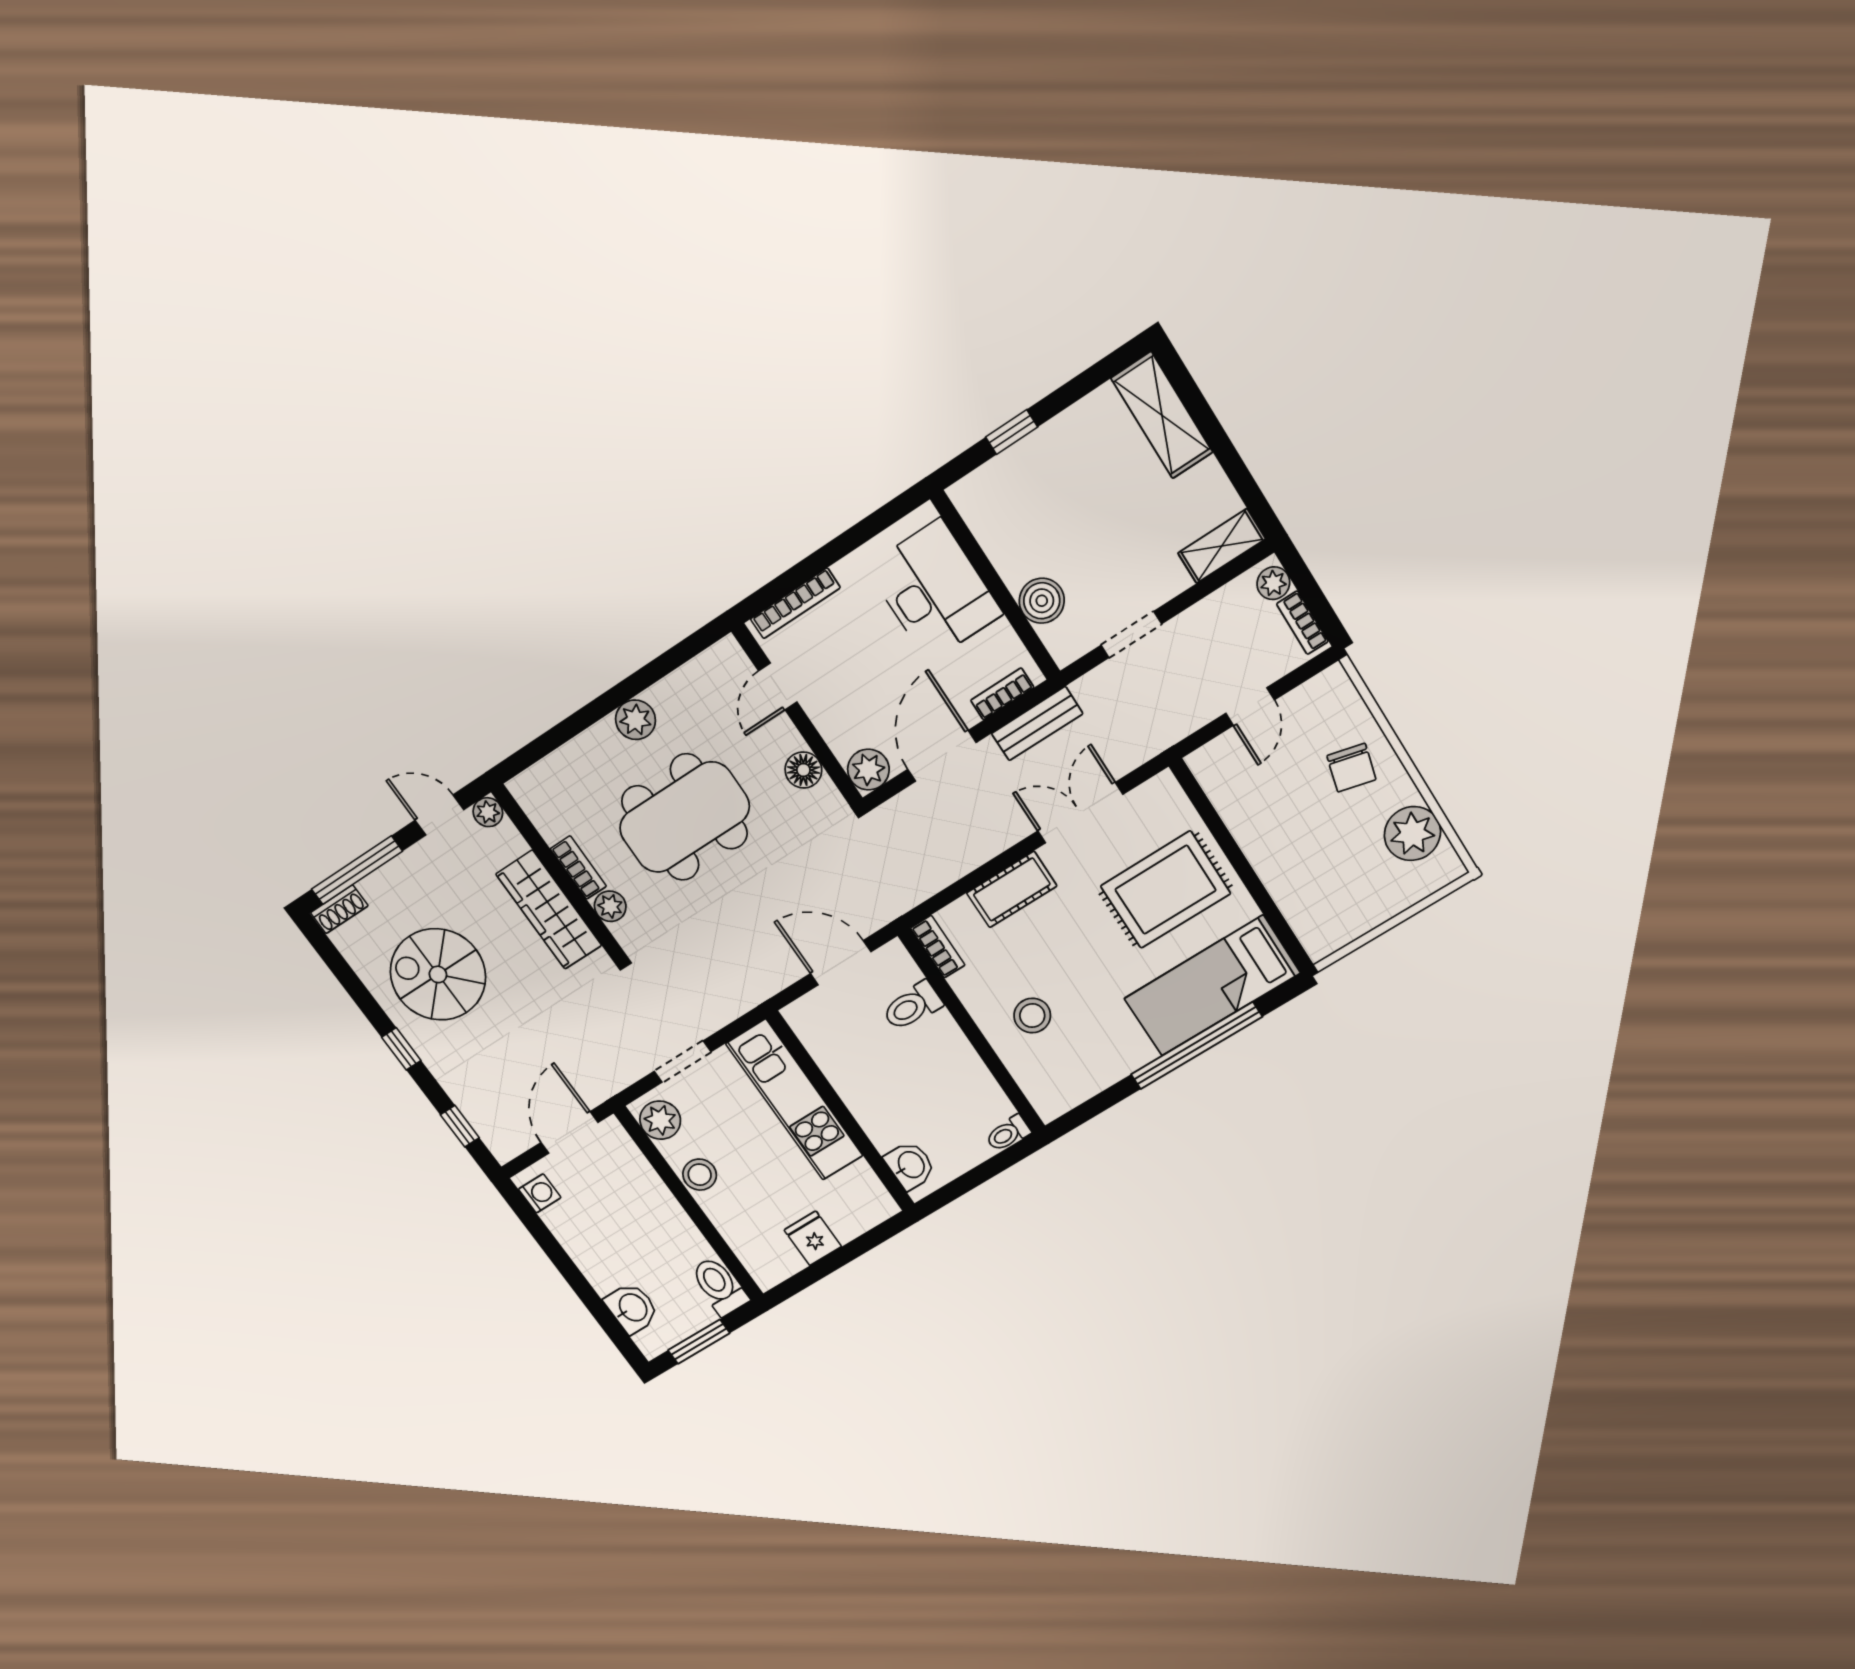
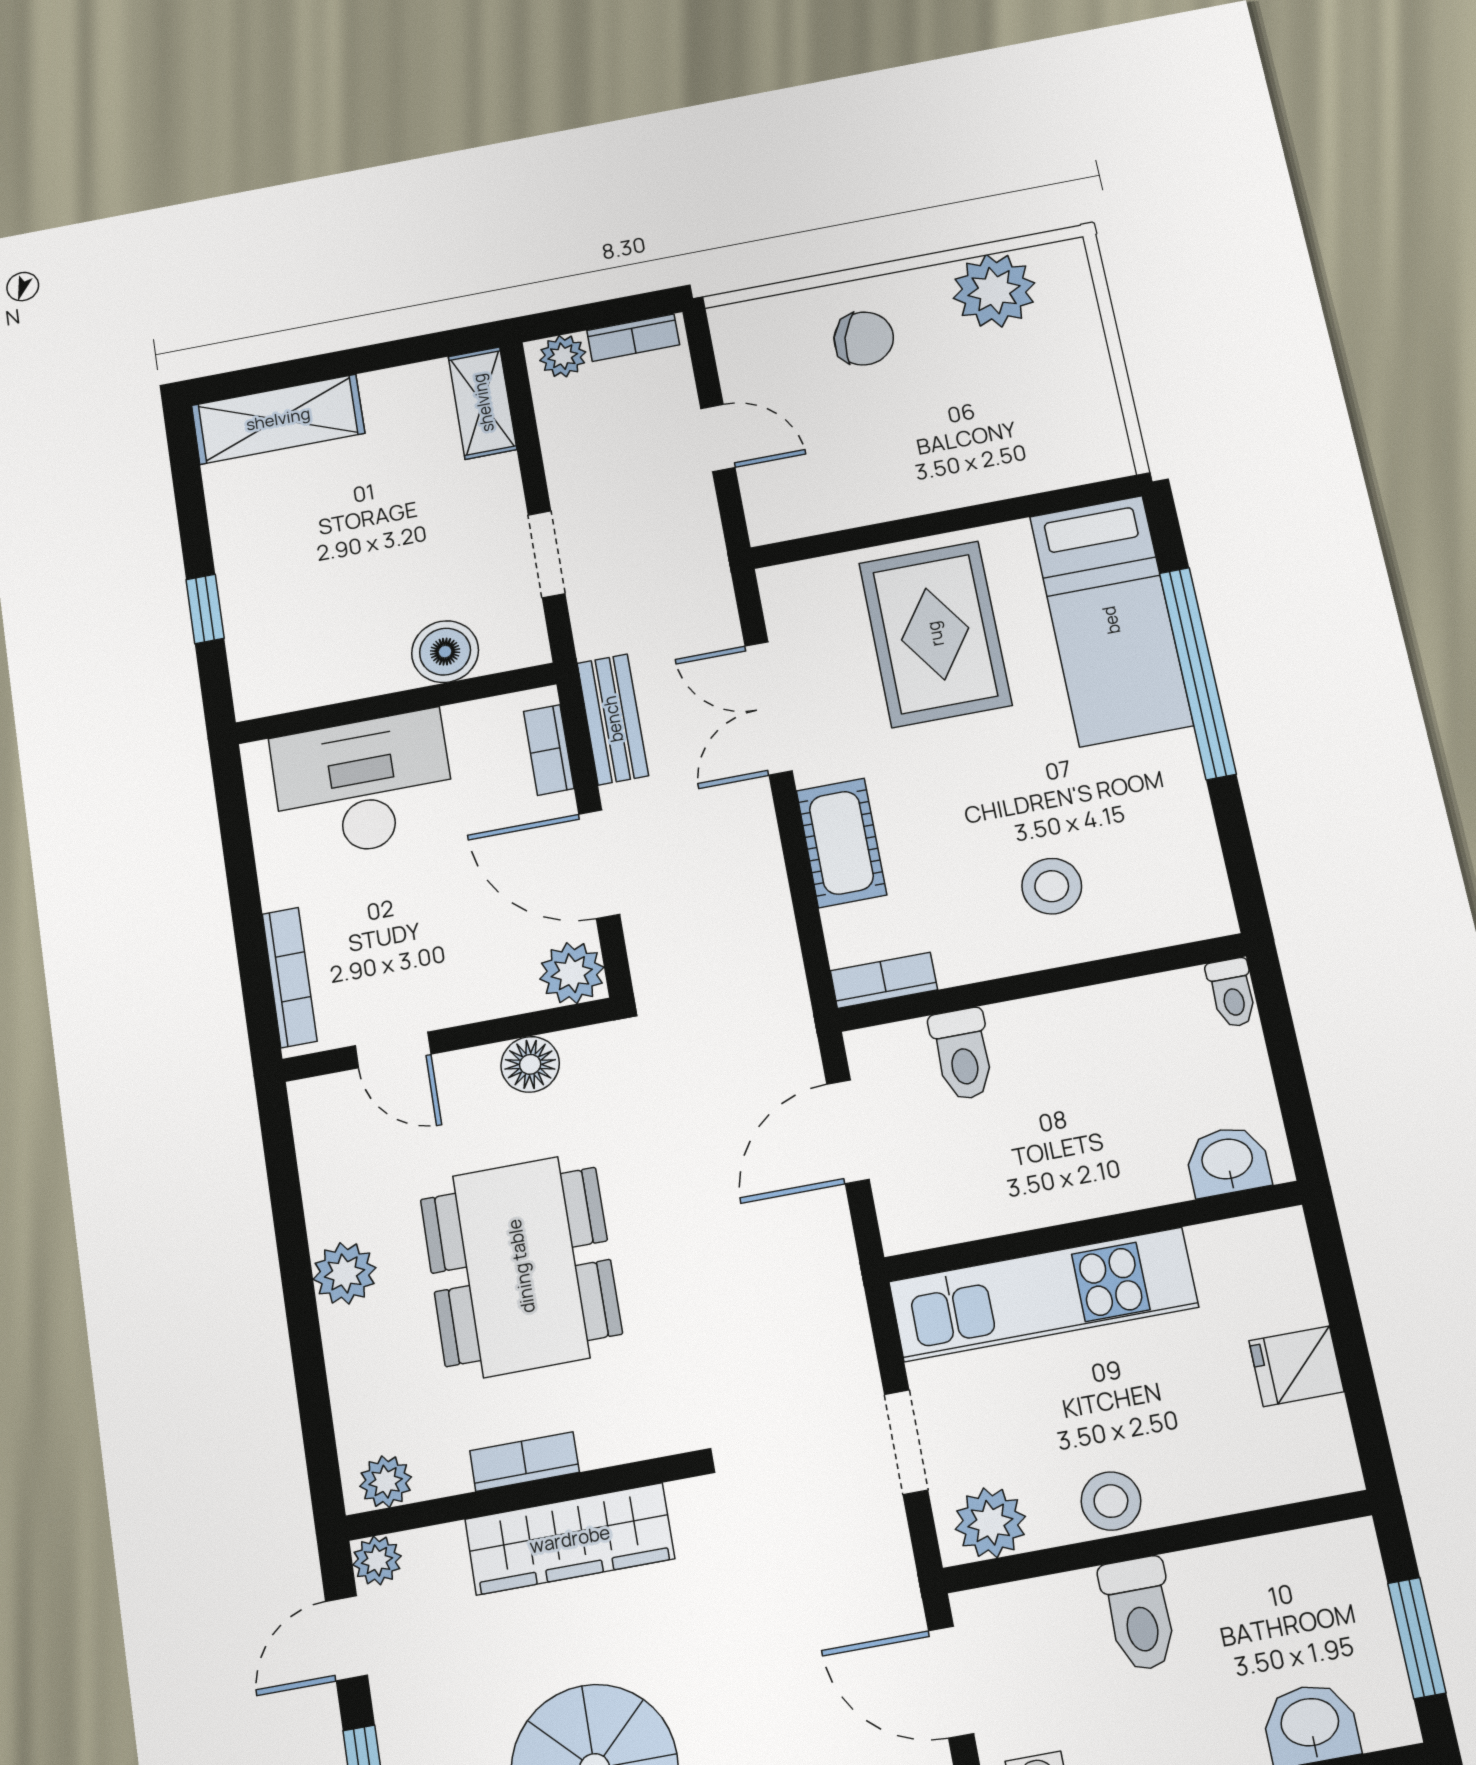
plant: (610, 906) -> (386, 1482), moved
toilet: (719, 1286) -> (1139, 1614), moved, turned -90

